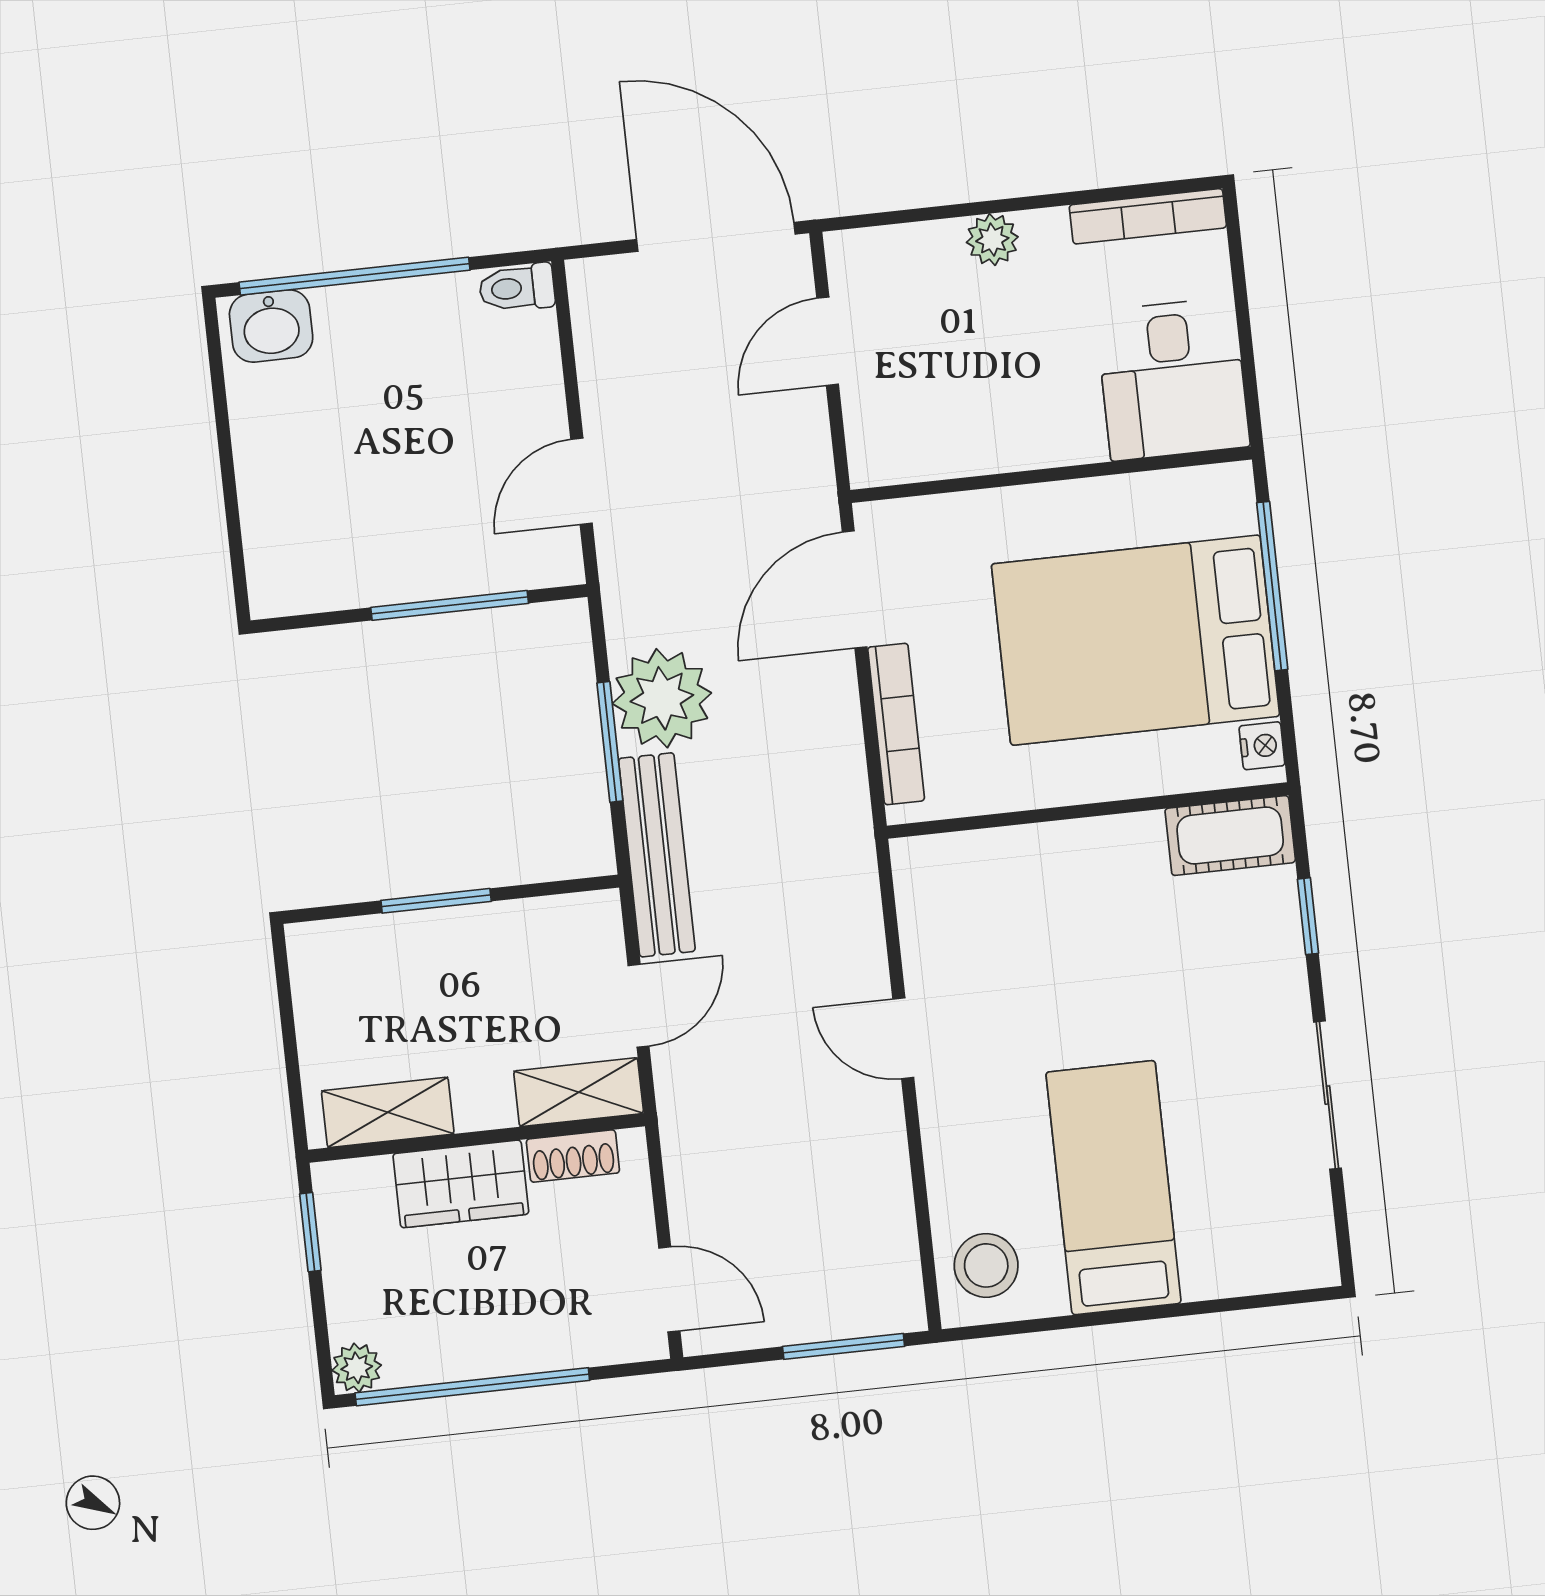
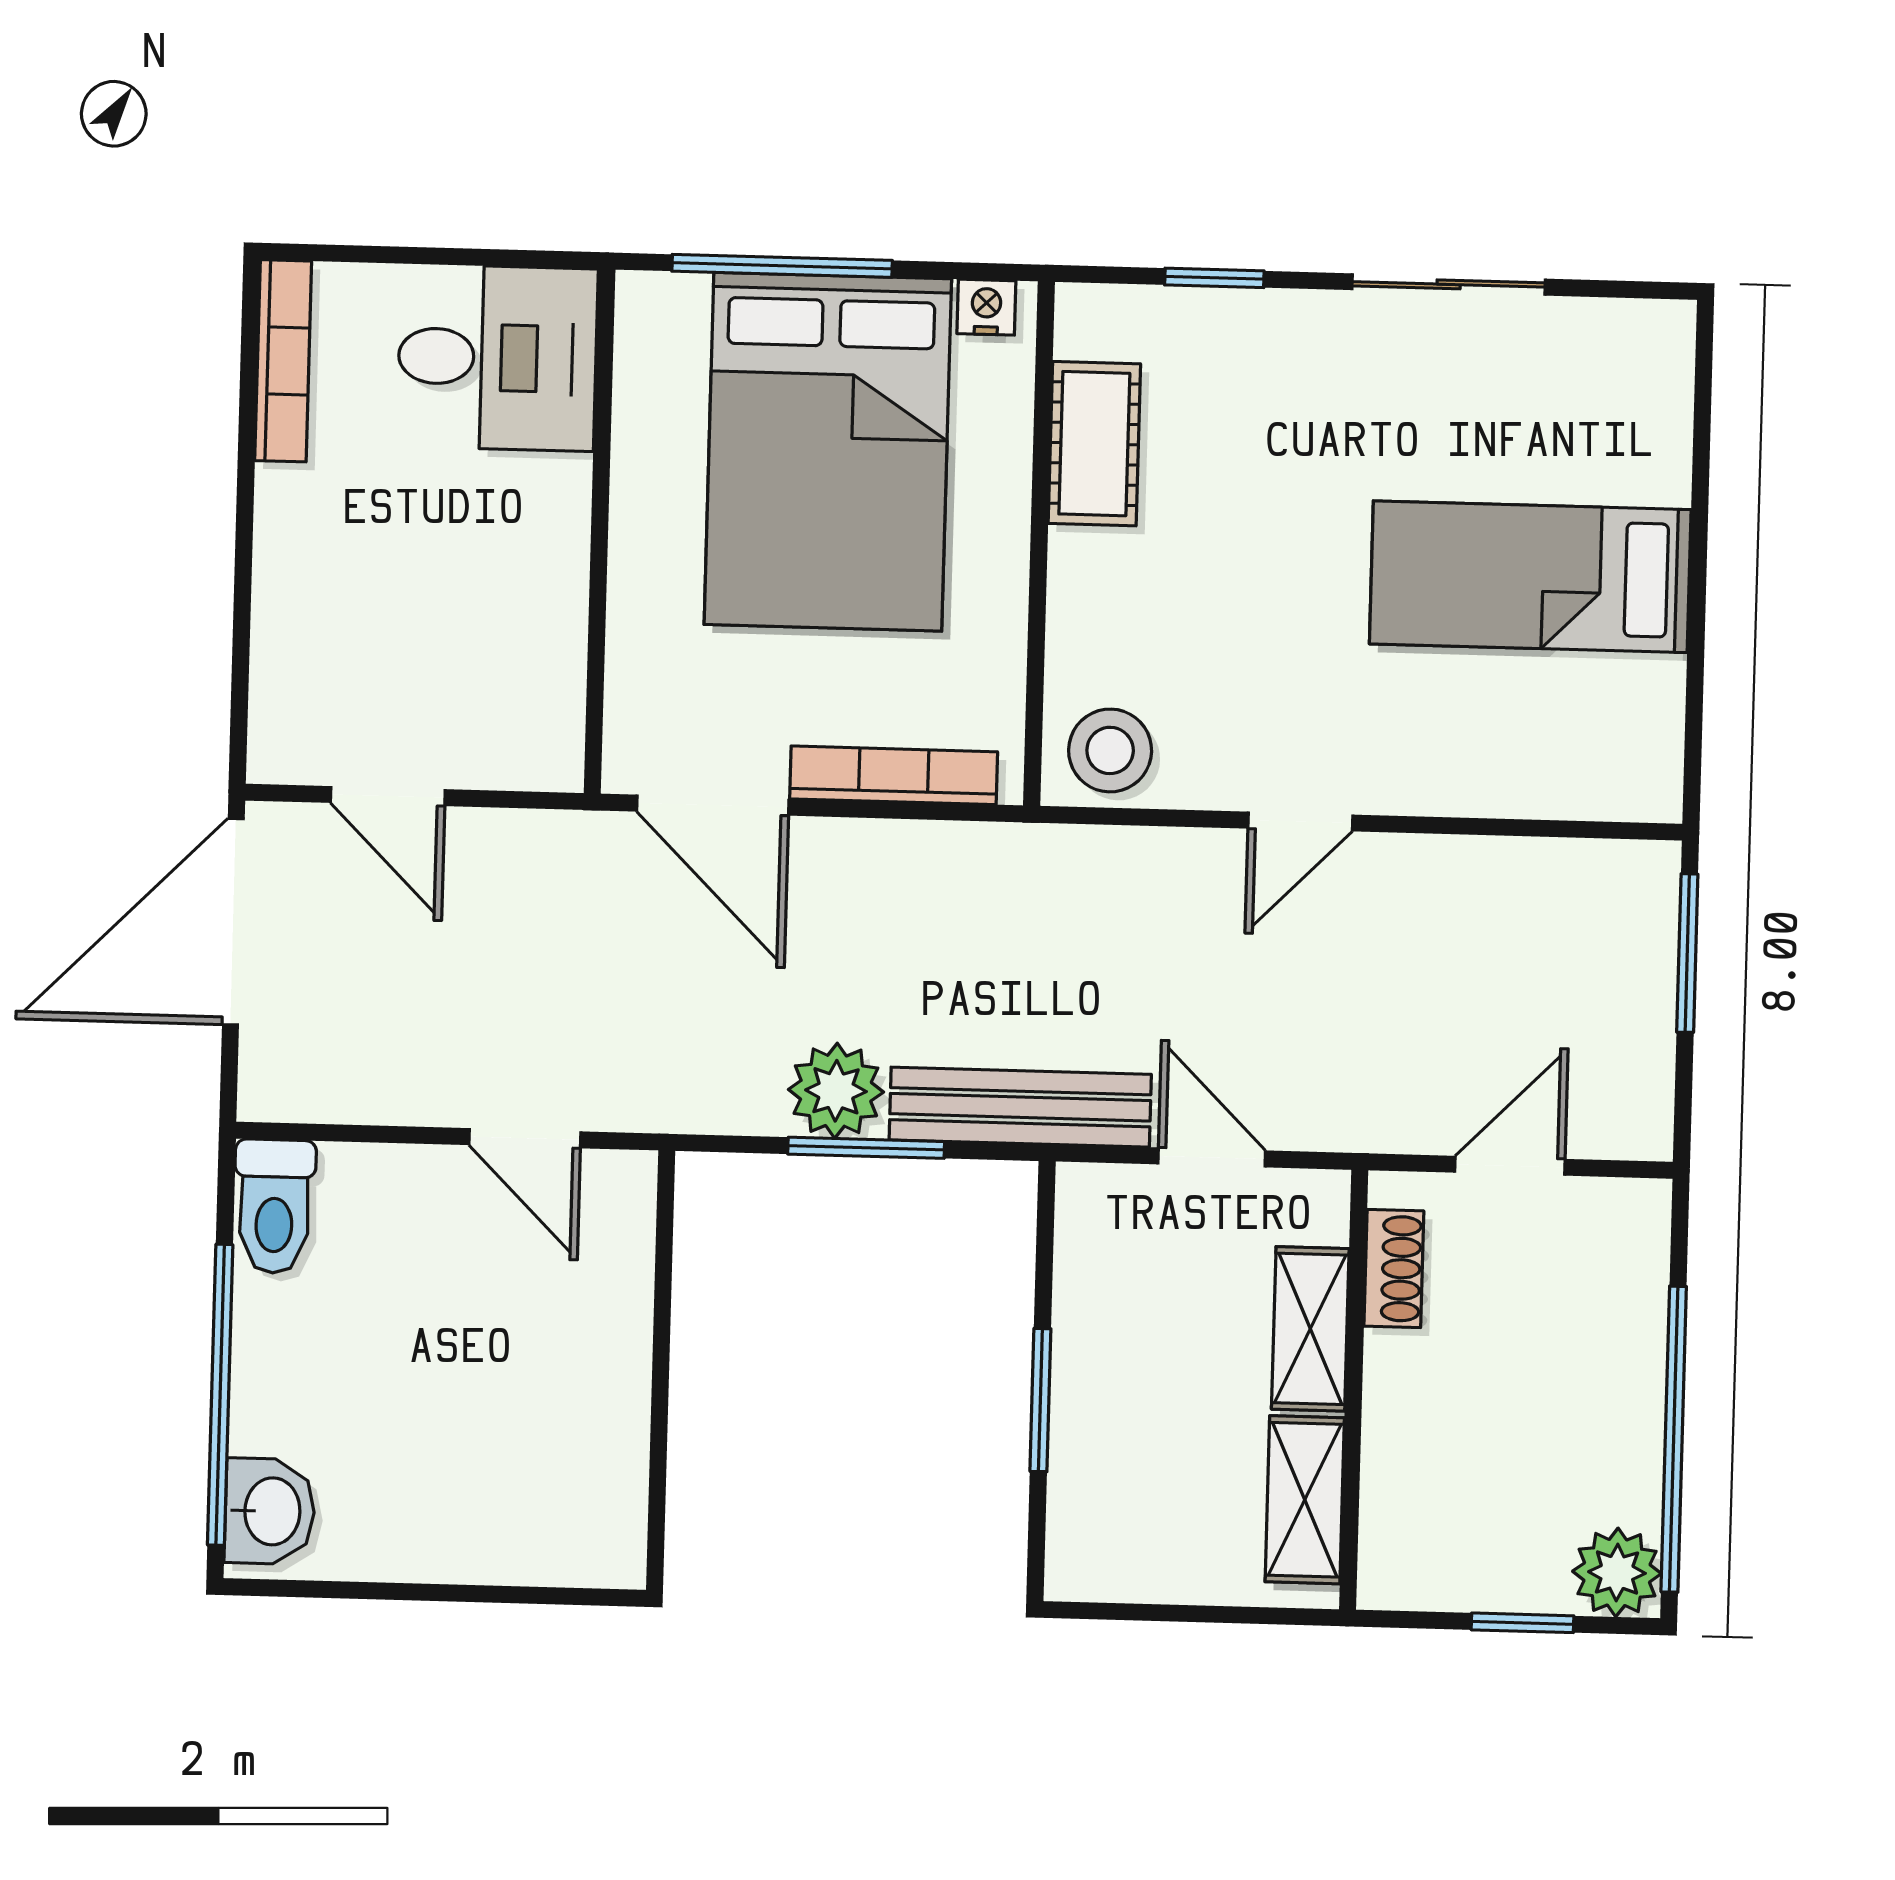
plant: (992, 240) -> (286, 566), removed
toilet: (517, 288) -> (274, 1206), width x1.37, depth x1.39
window: (450, 605) -> (662, 1330), removed
plant: (662, 698) -> (836, 1091), width x0.73, depth x0.73
cot: (1230, 836) -> (1094, 444), moved
shelving: (579, 1092) -> (1310, 1329), moved
wardrobe: (461, 1184) -> (1410, 1418), removed
window: (310, 1232) -> (1522, 1623), moved
stool: (986, 1265) -> (1110, 750), moved
door: (669, 1289) -> (1510, 1166), moved
plant: (357, 1368) -> (1617, 1572), width x1.38, depth x1.38

